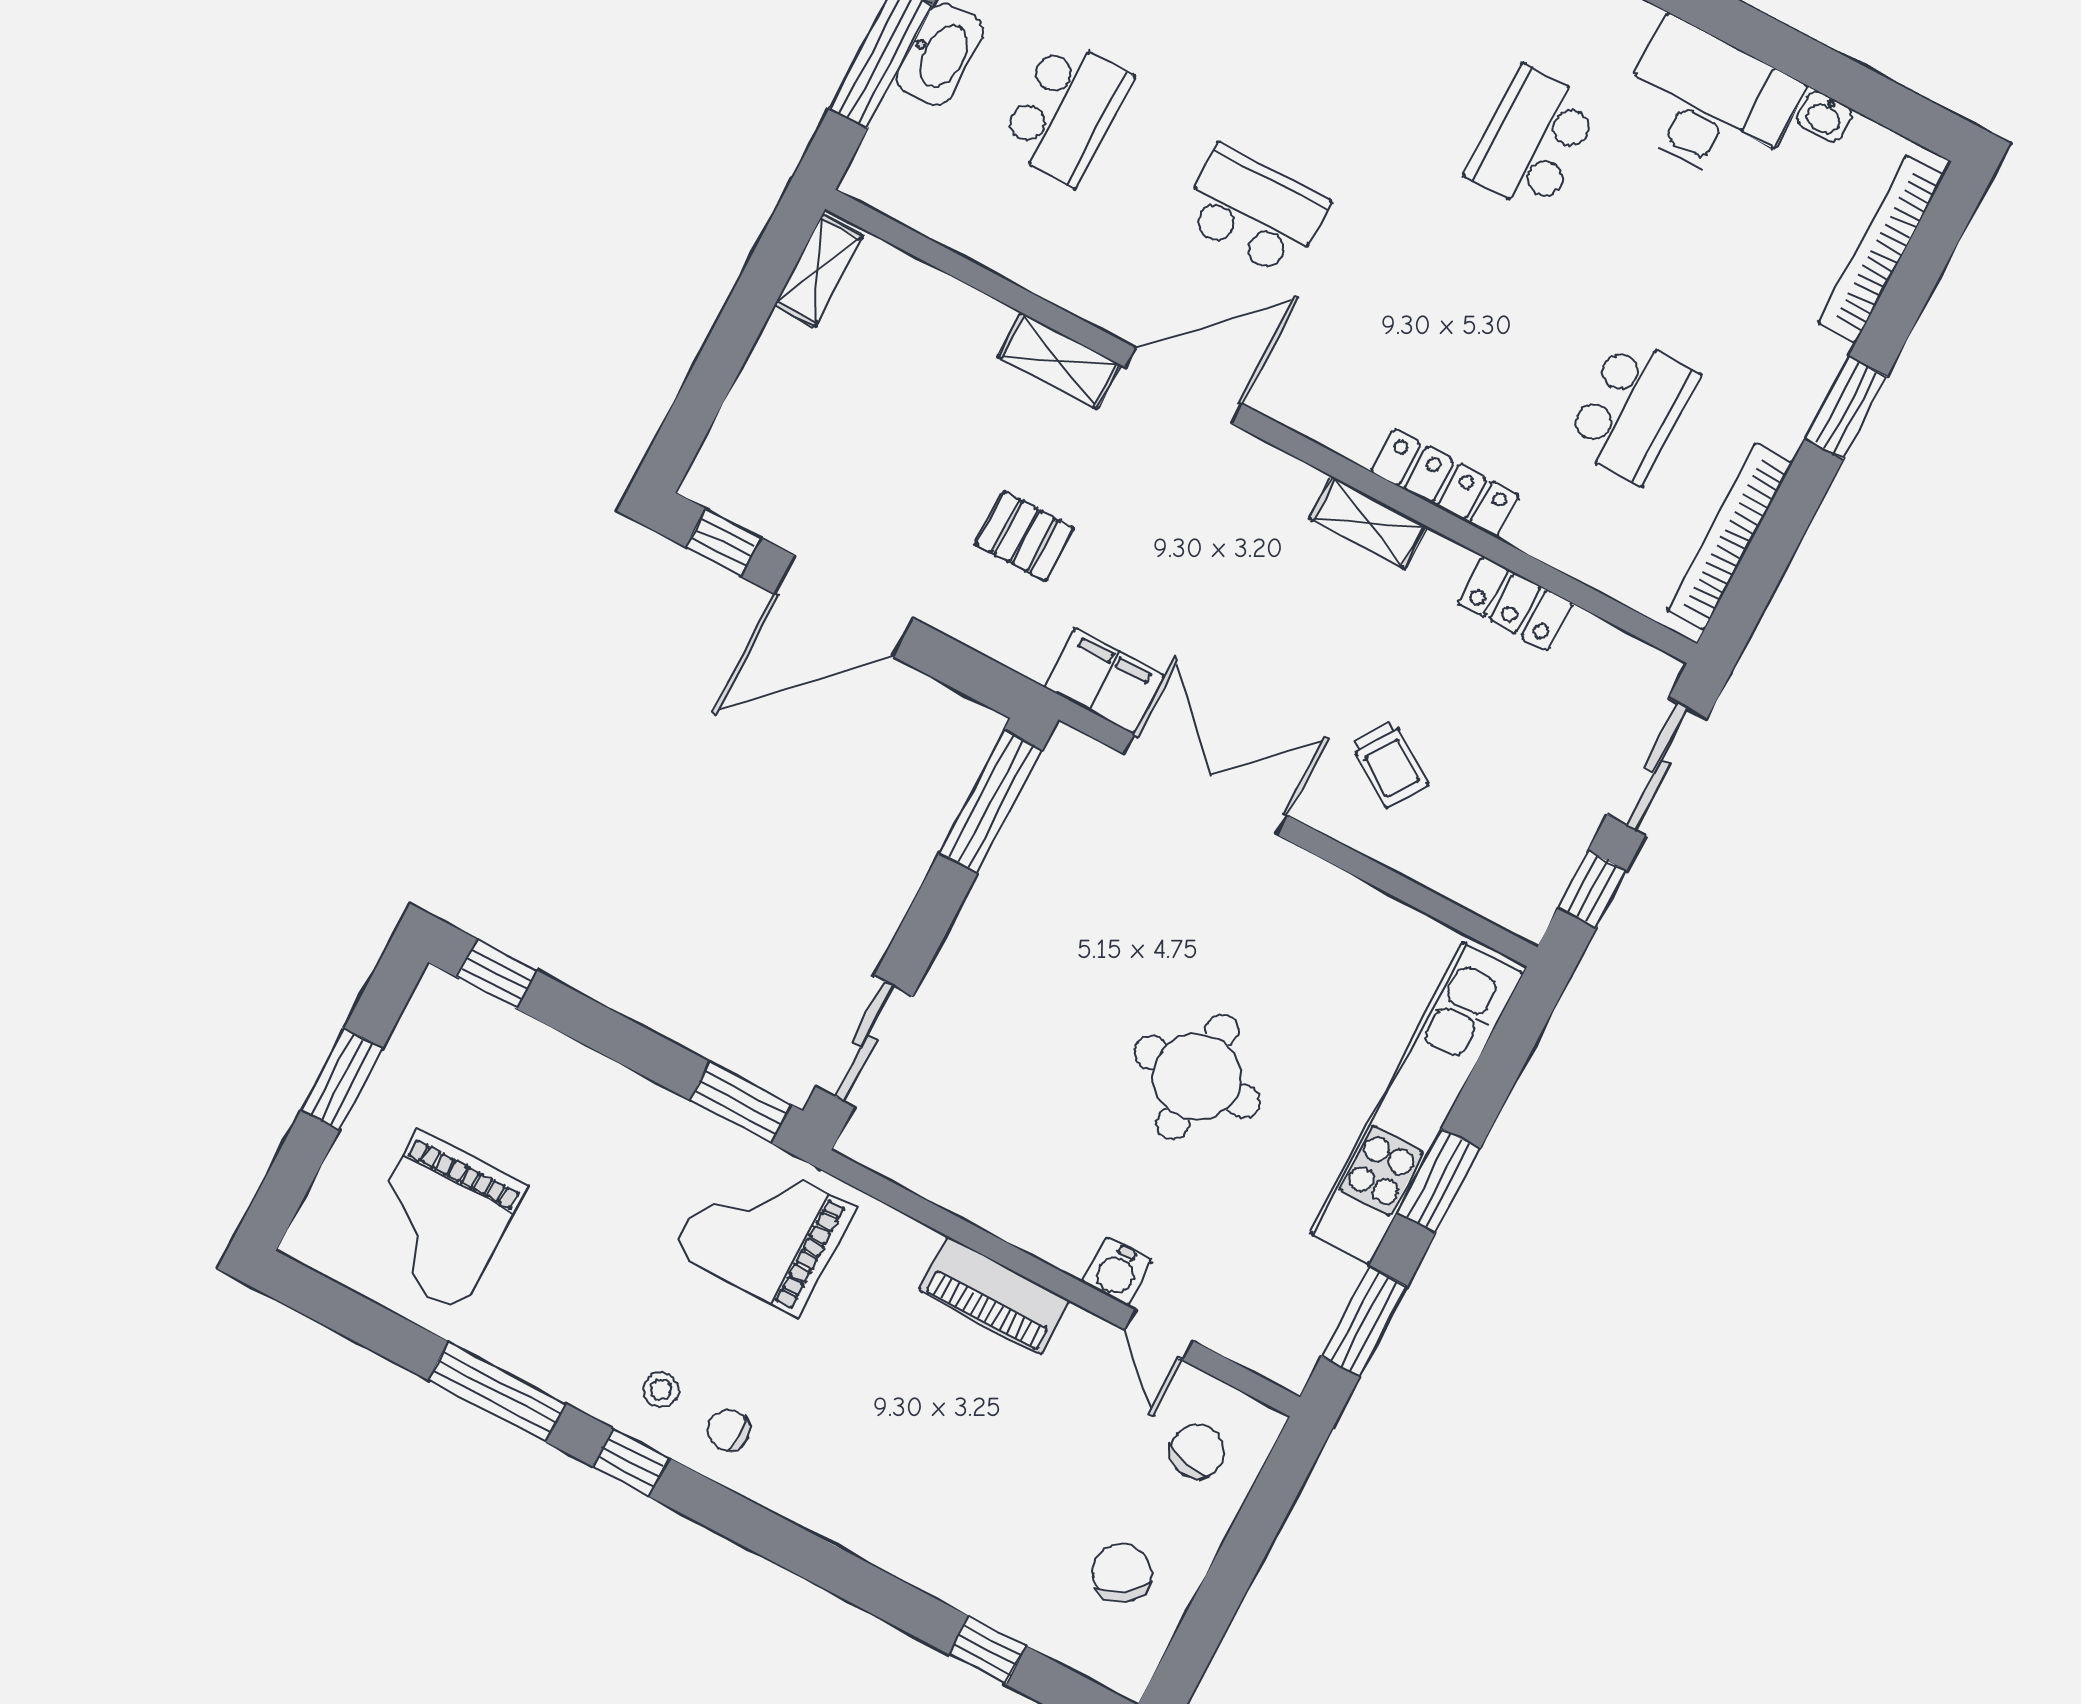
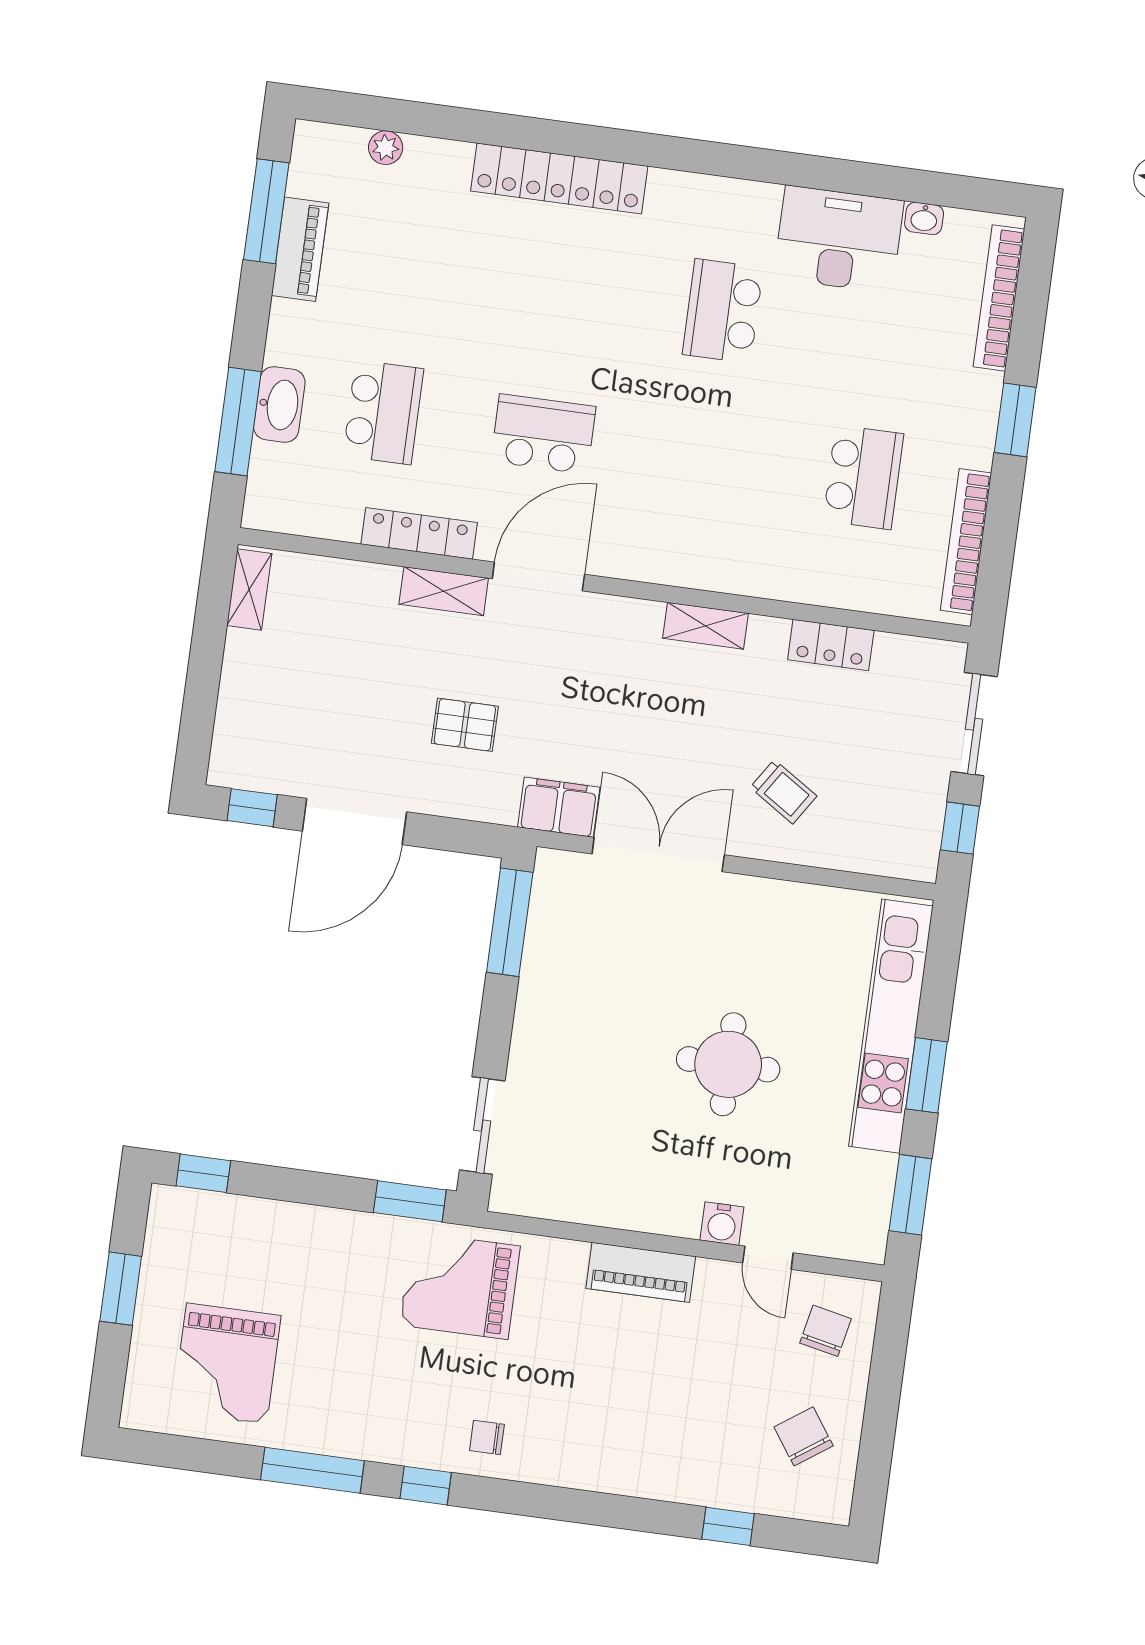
locker: (1445, 484) -> (419, 533), moved
stool: (661, 1390) -> (428, 1426), removed

